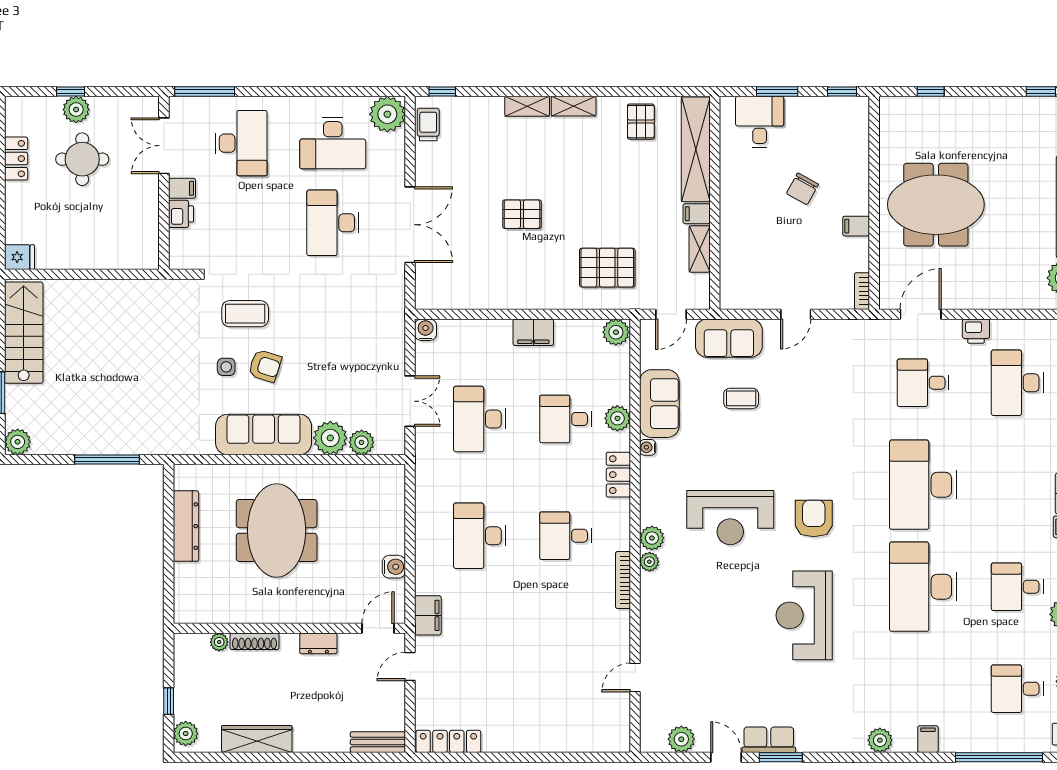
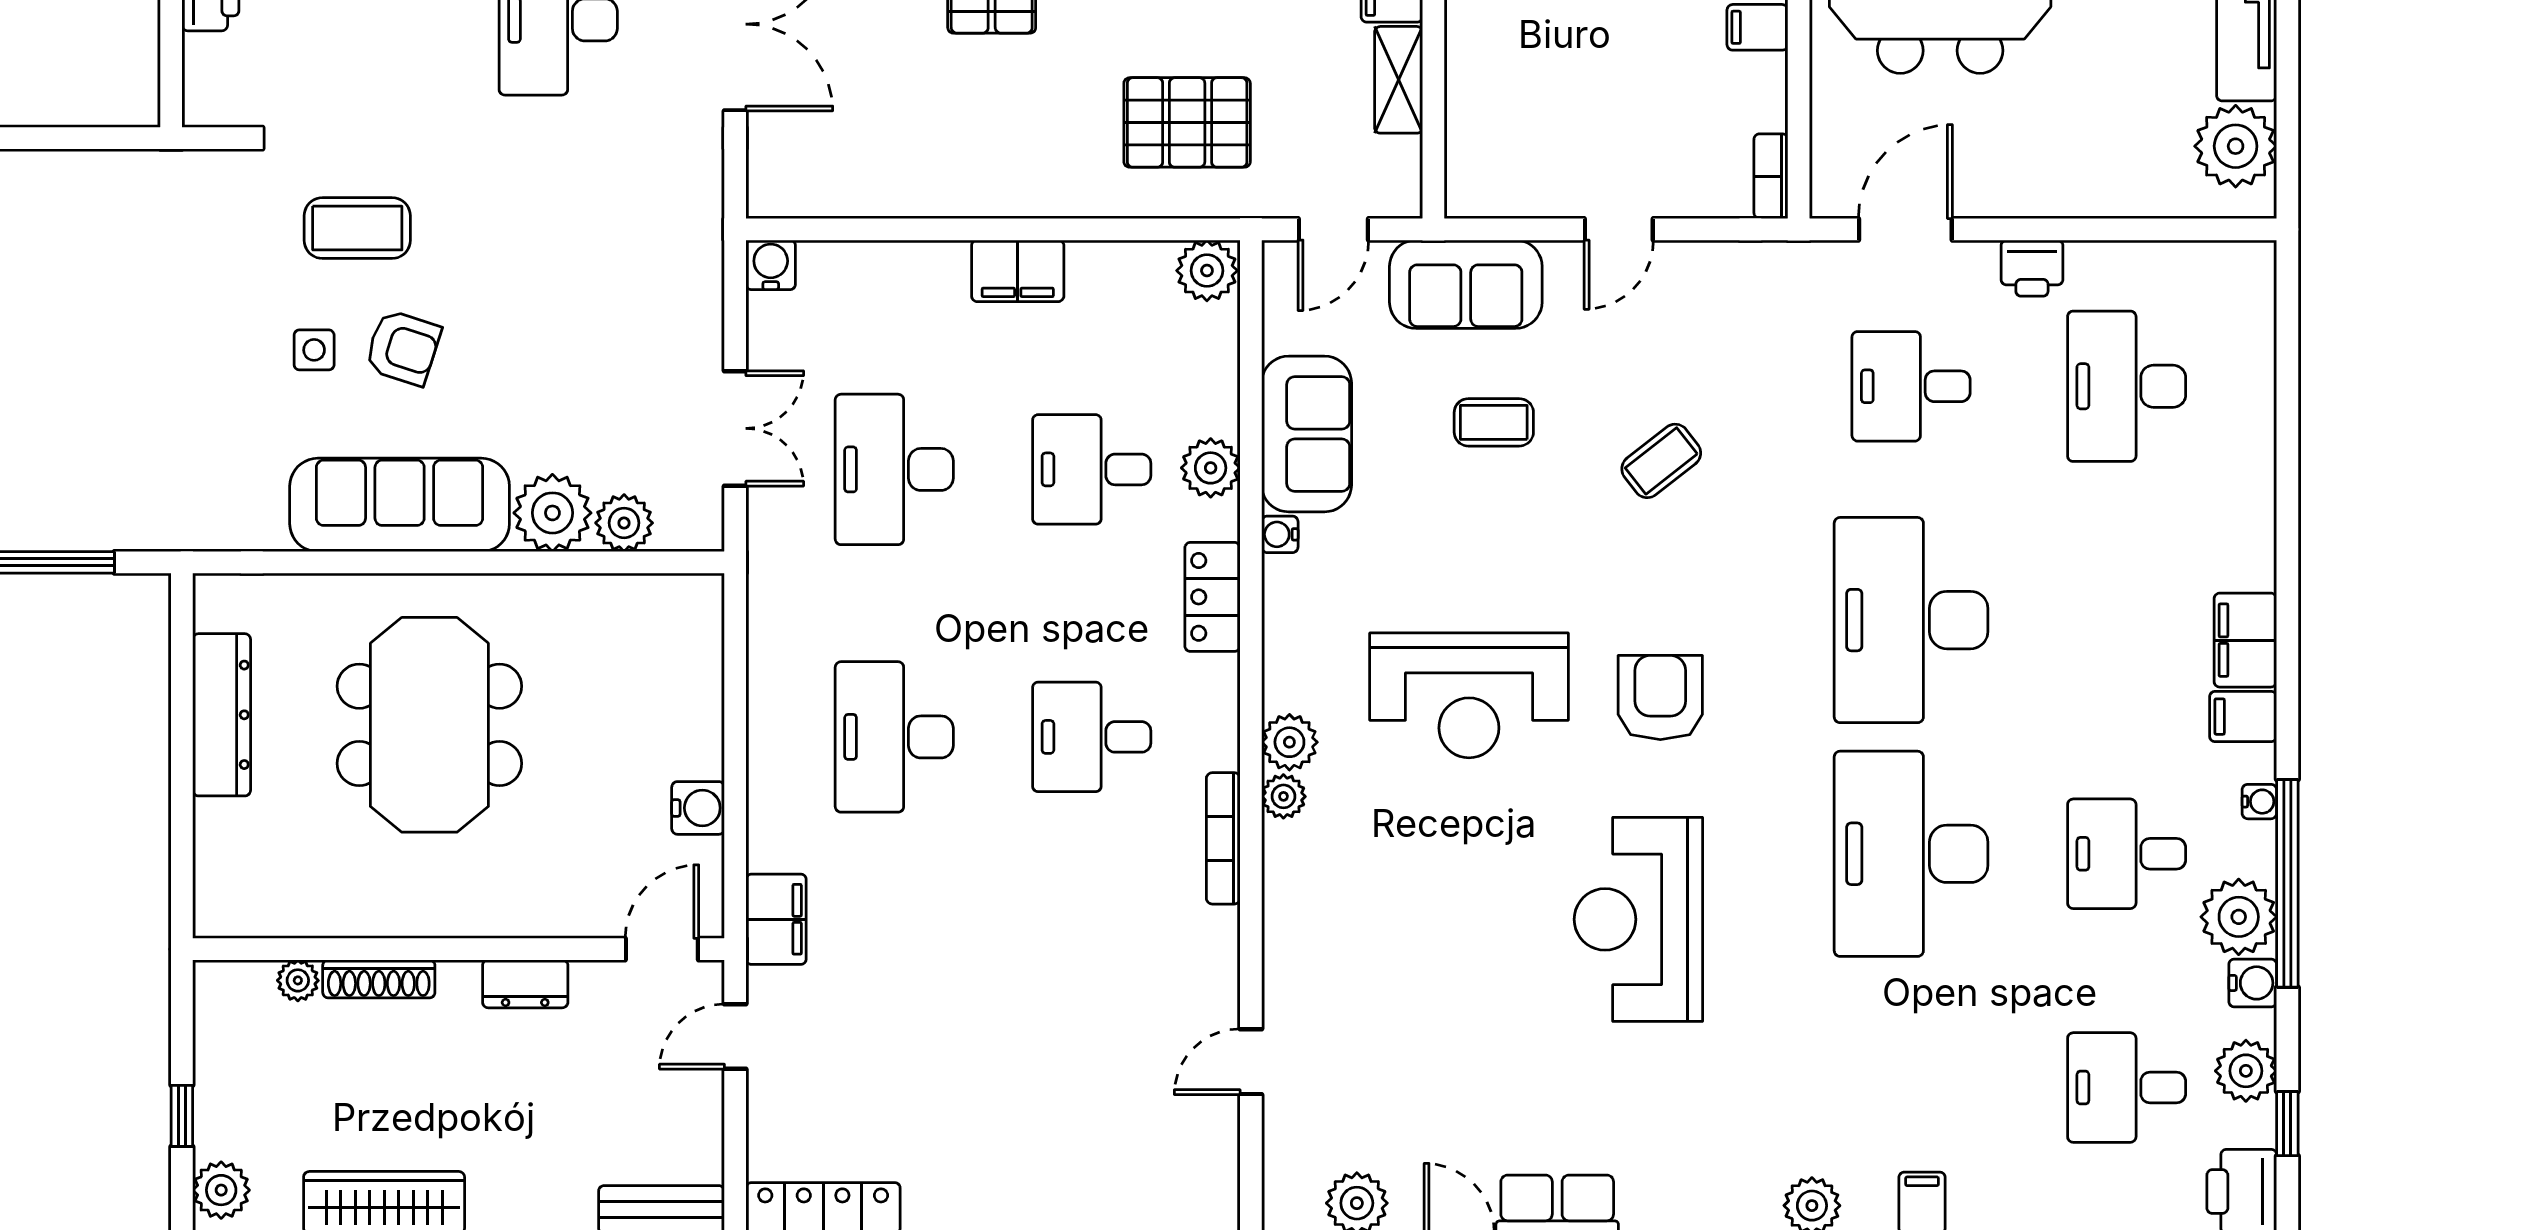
coffee table: (814, 415) -> (1661, 461), added

